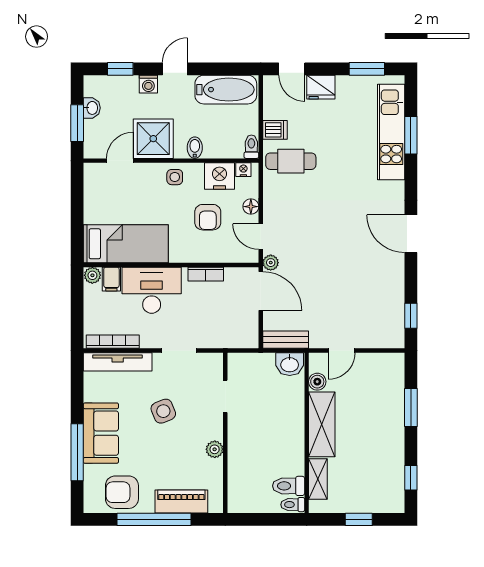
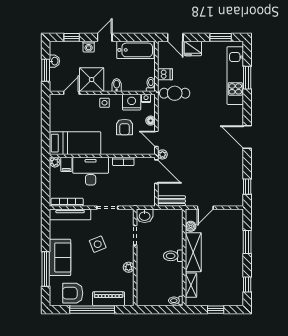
washbasin: (290, 364) -> (145, 216), moved
toilet: (289, 486) -> (173, 256), moved

